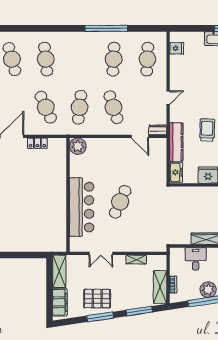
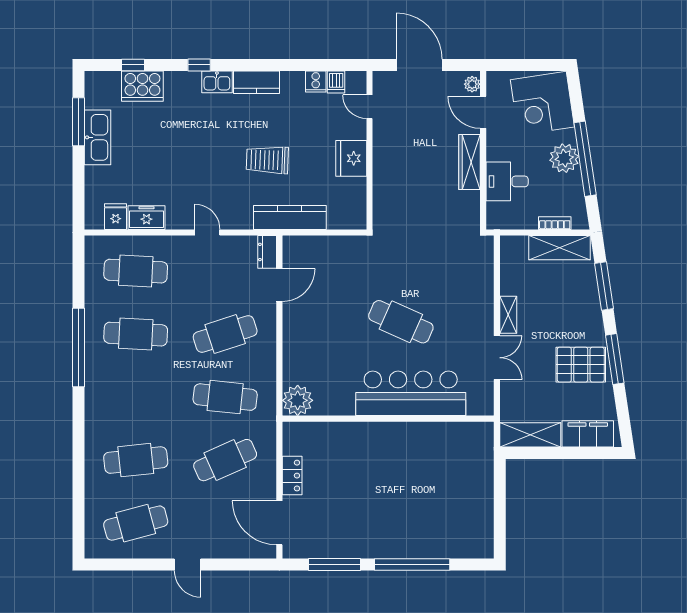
freezer: (176, 172) -> (146, 218), moved
shelving: (136, 260) -> (508, 315), moved
pallet: (97, 299) -> (581, 365), turned 90

